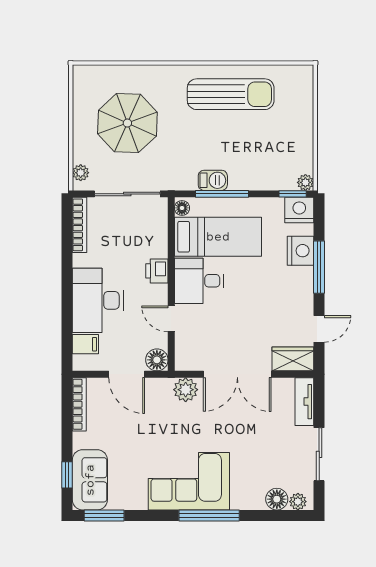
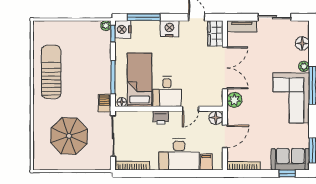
plant: (81, 173) -> (100, 165), removed
barbecue: (213, 180) -> (105, 103), moved
nightstand: (300, 251) -> (169, 29), moved
window: (319, 267) -> (144, 17), moved
plant: (298, 502) -> (304, 66), moved

